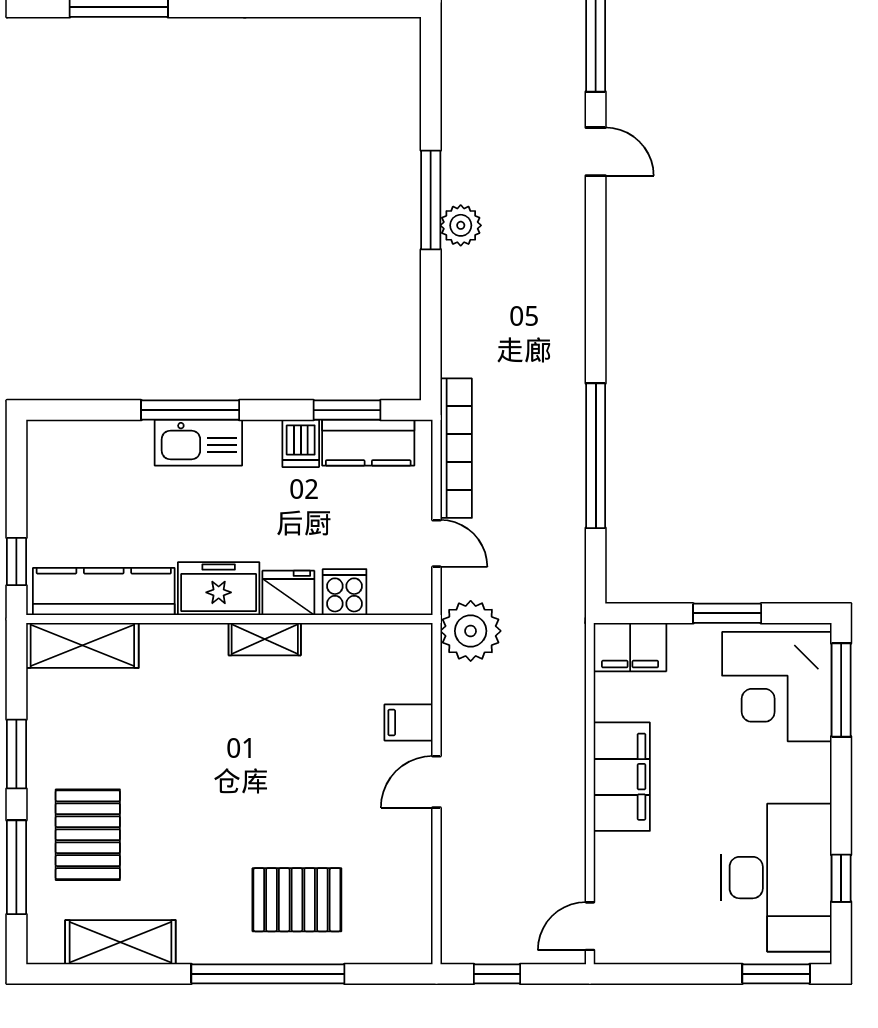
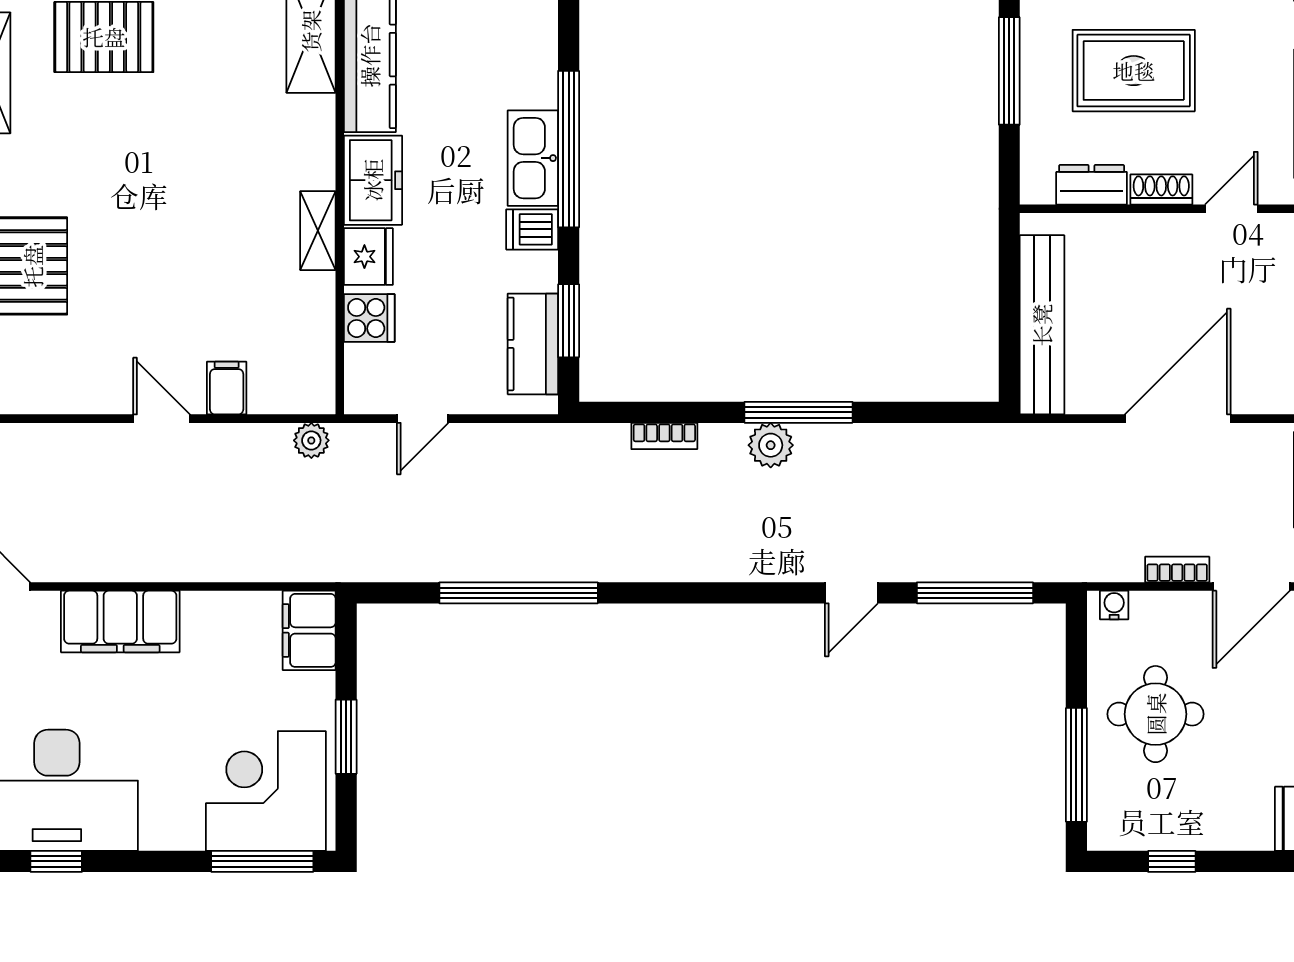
window: (190, 410) -> (569, 149), width x1.46
dishwasher: (301, 443) -> (532, 229), moved
bookcase: (456, 448) -> (664, 436), moved, width x0.43, depth x0.76
plant: (471, 631) -> (311, 440), width x0.53, depth x0.53
filing cabinet: (622, 777) -> (120, 621), moved

